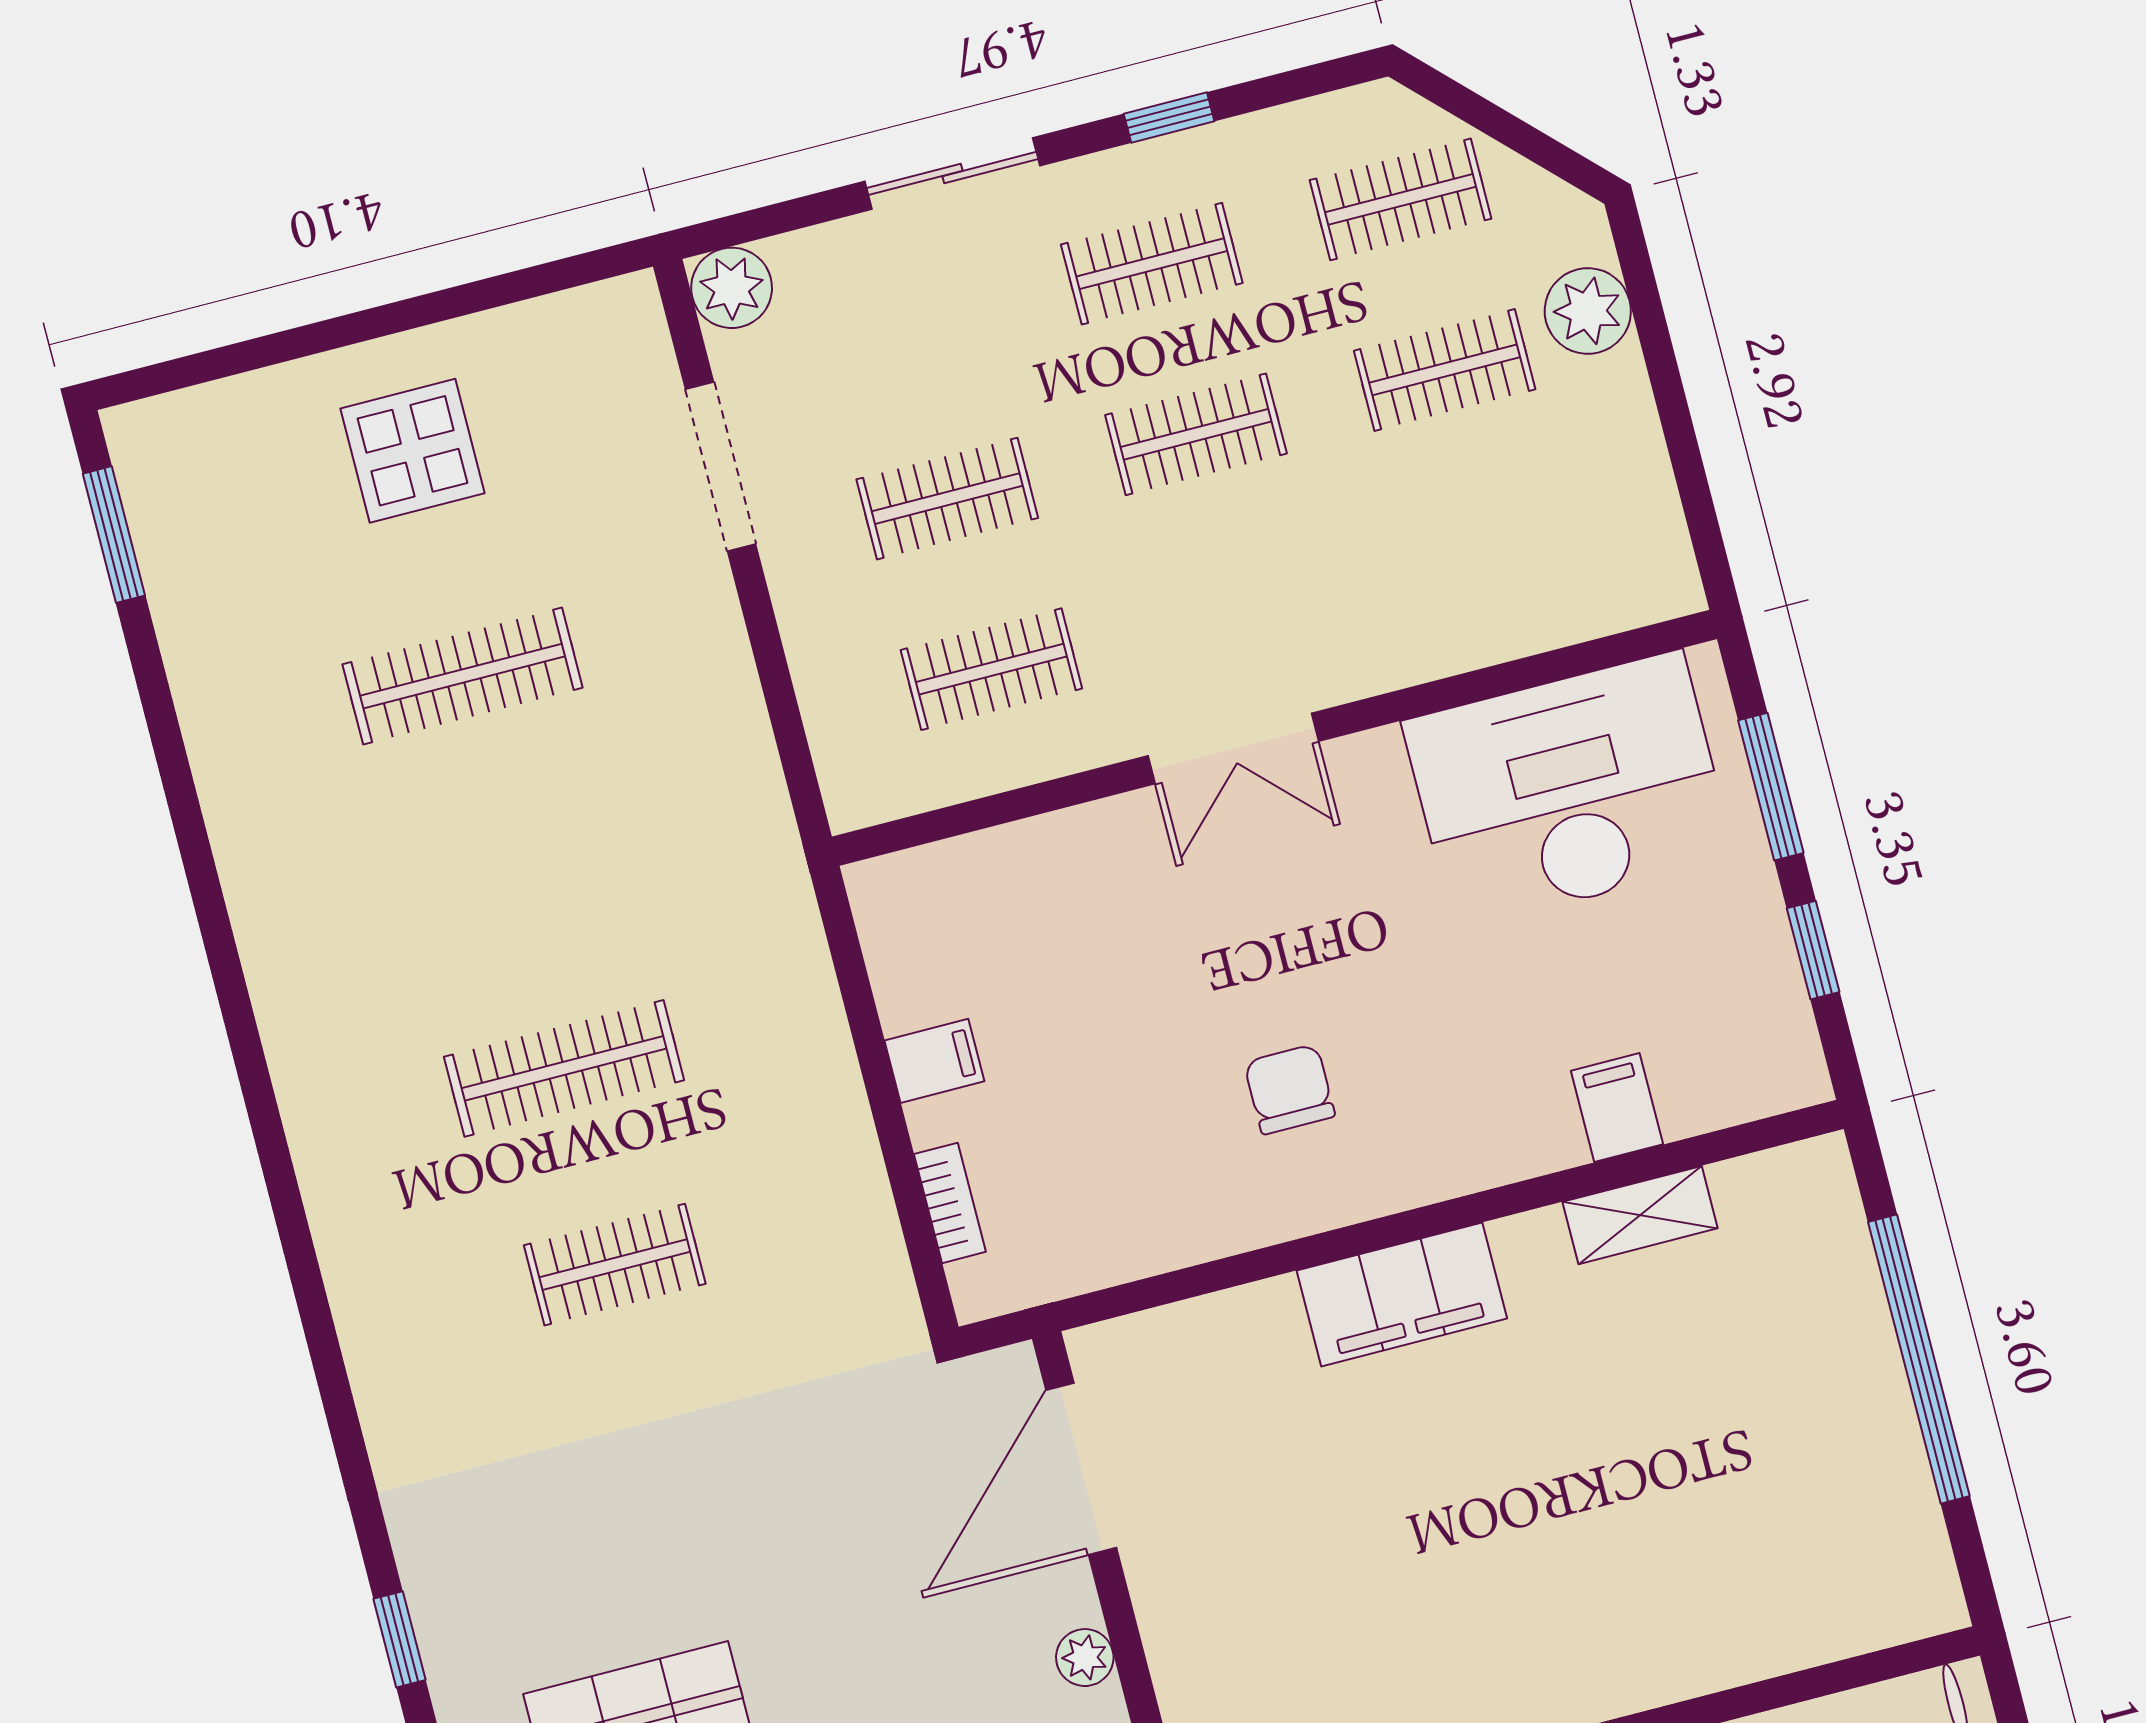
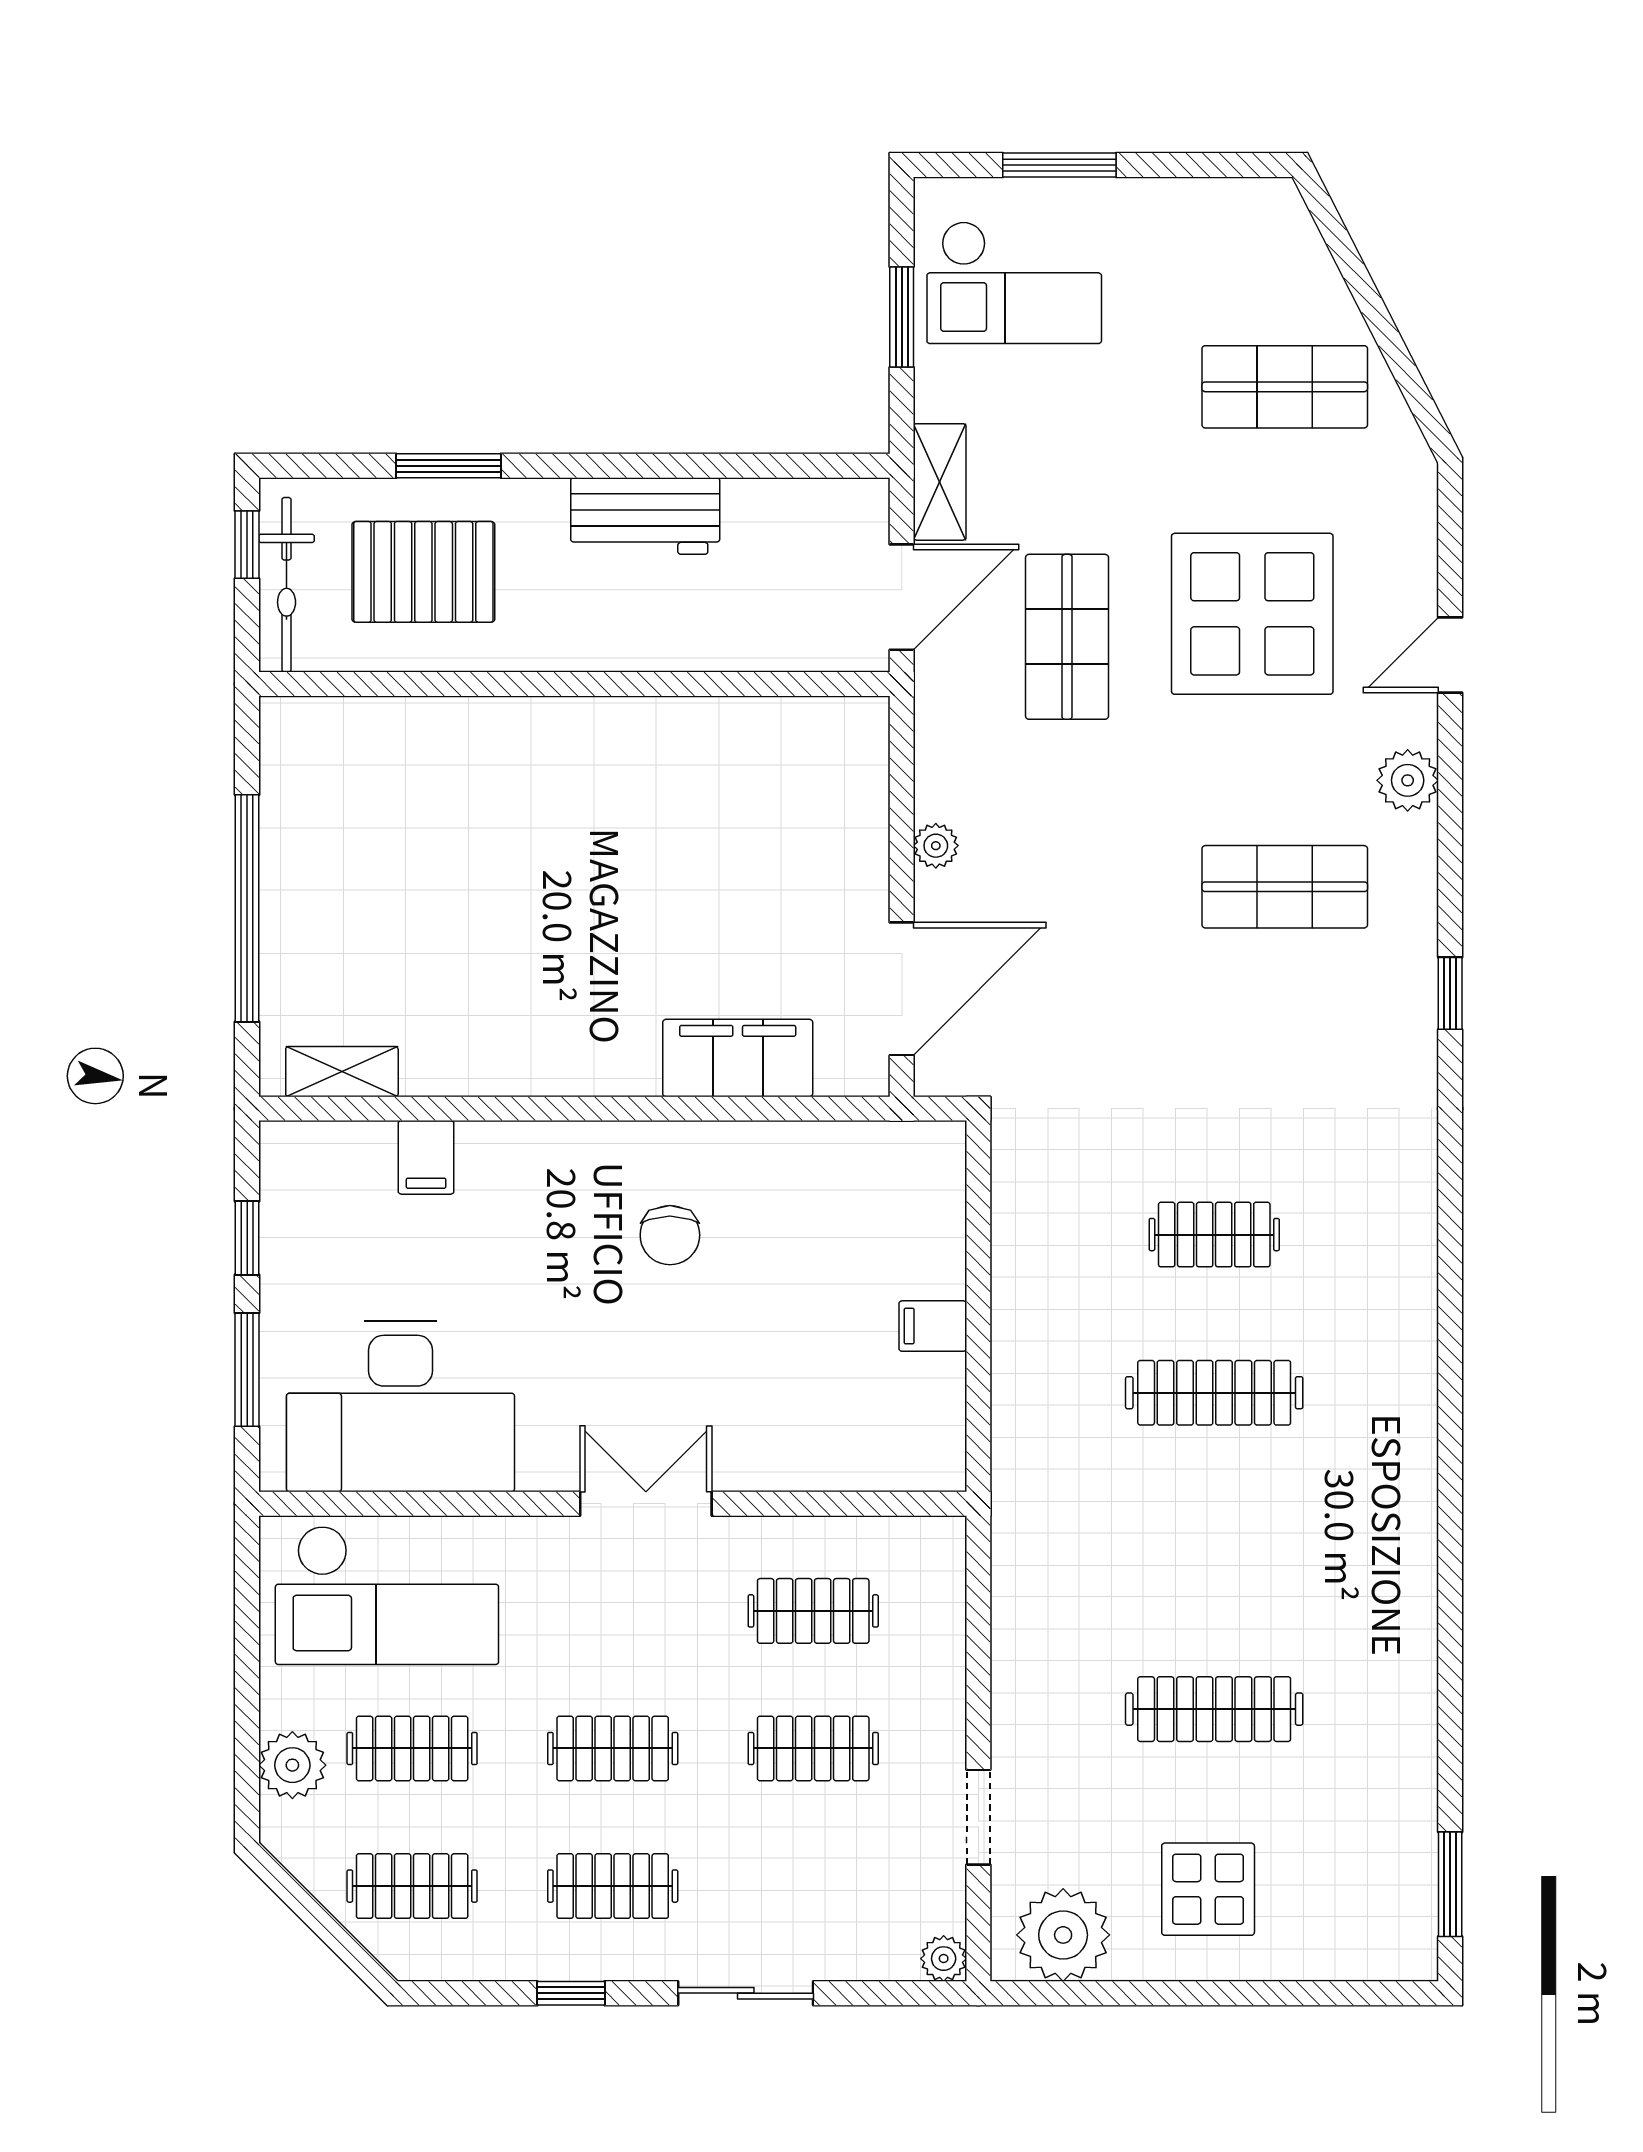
plant: (732, 288) -> (944, 1959), width x0.73, depth x0.73
plant: (578, 347) -> (1063, 1935), added
doorway: (720, 466) -> (978, 1817), width x0.73
checkout: (1525, 552) -> (387, 1595), added
bookcase: (950, 1203) -> (949, 1216), removed
shelving: (1640, 1215) -> (342, 1072), moved
filing cabinet: (1402, 1295) -> (738, 1058), moved

